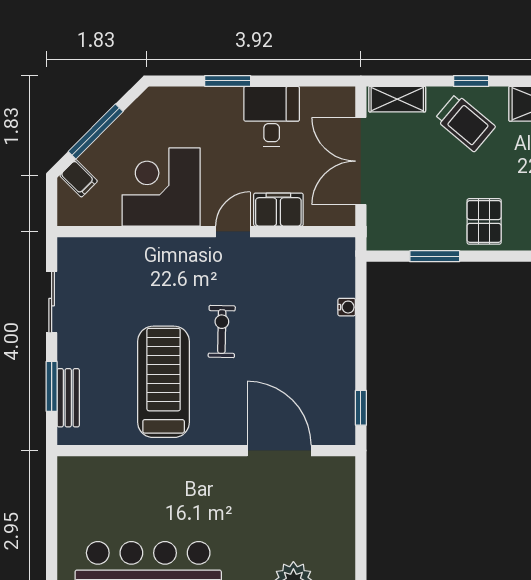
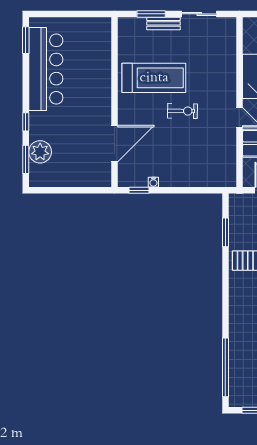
water cooler: (347, 307) -> (153, 182), moved
bench: (68, 398) -> (163, 23), moved

